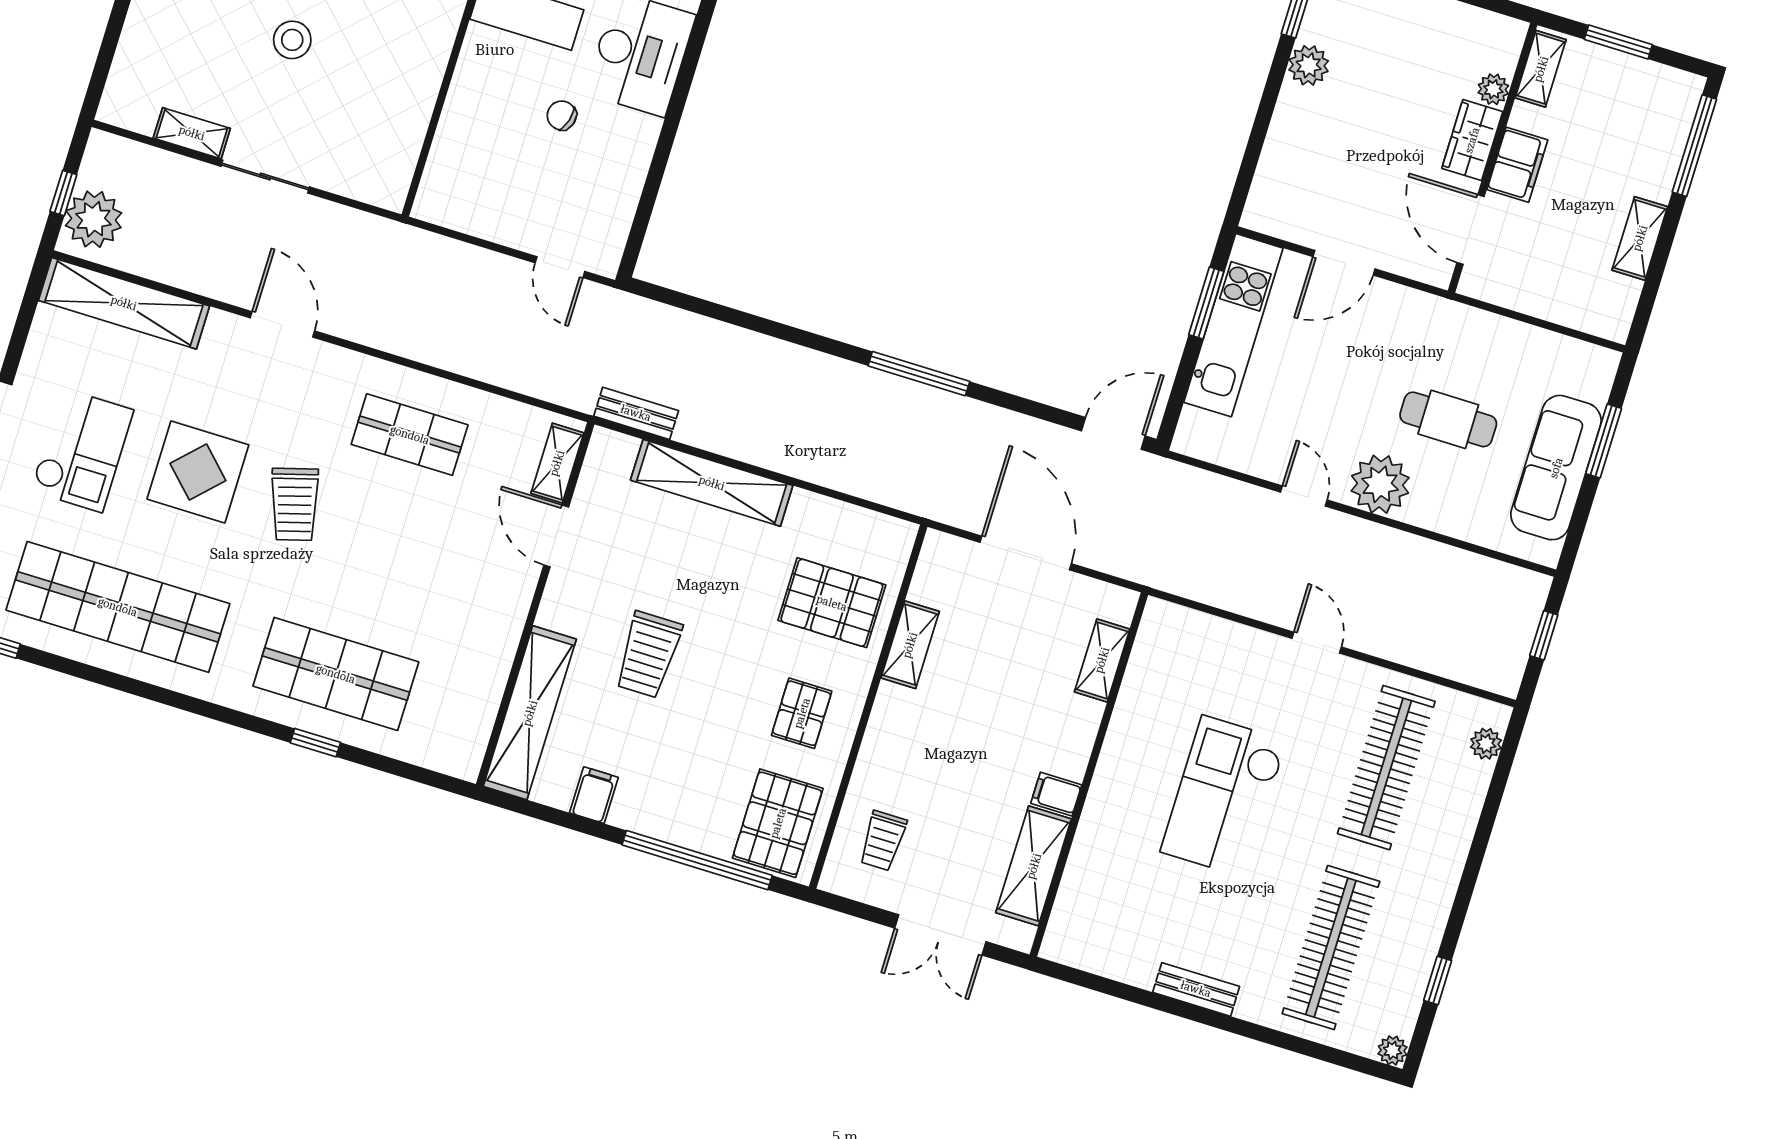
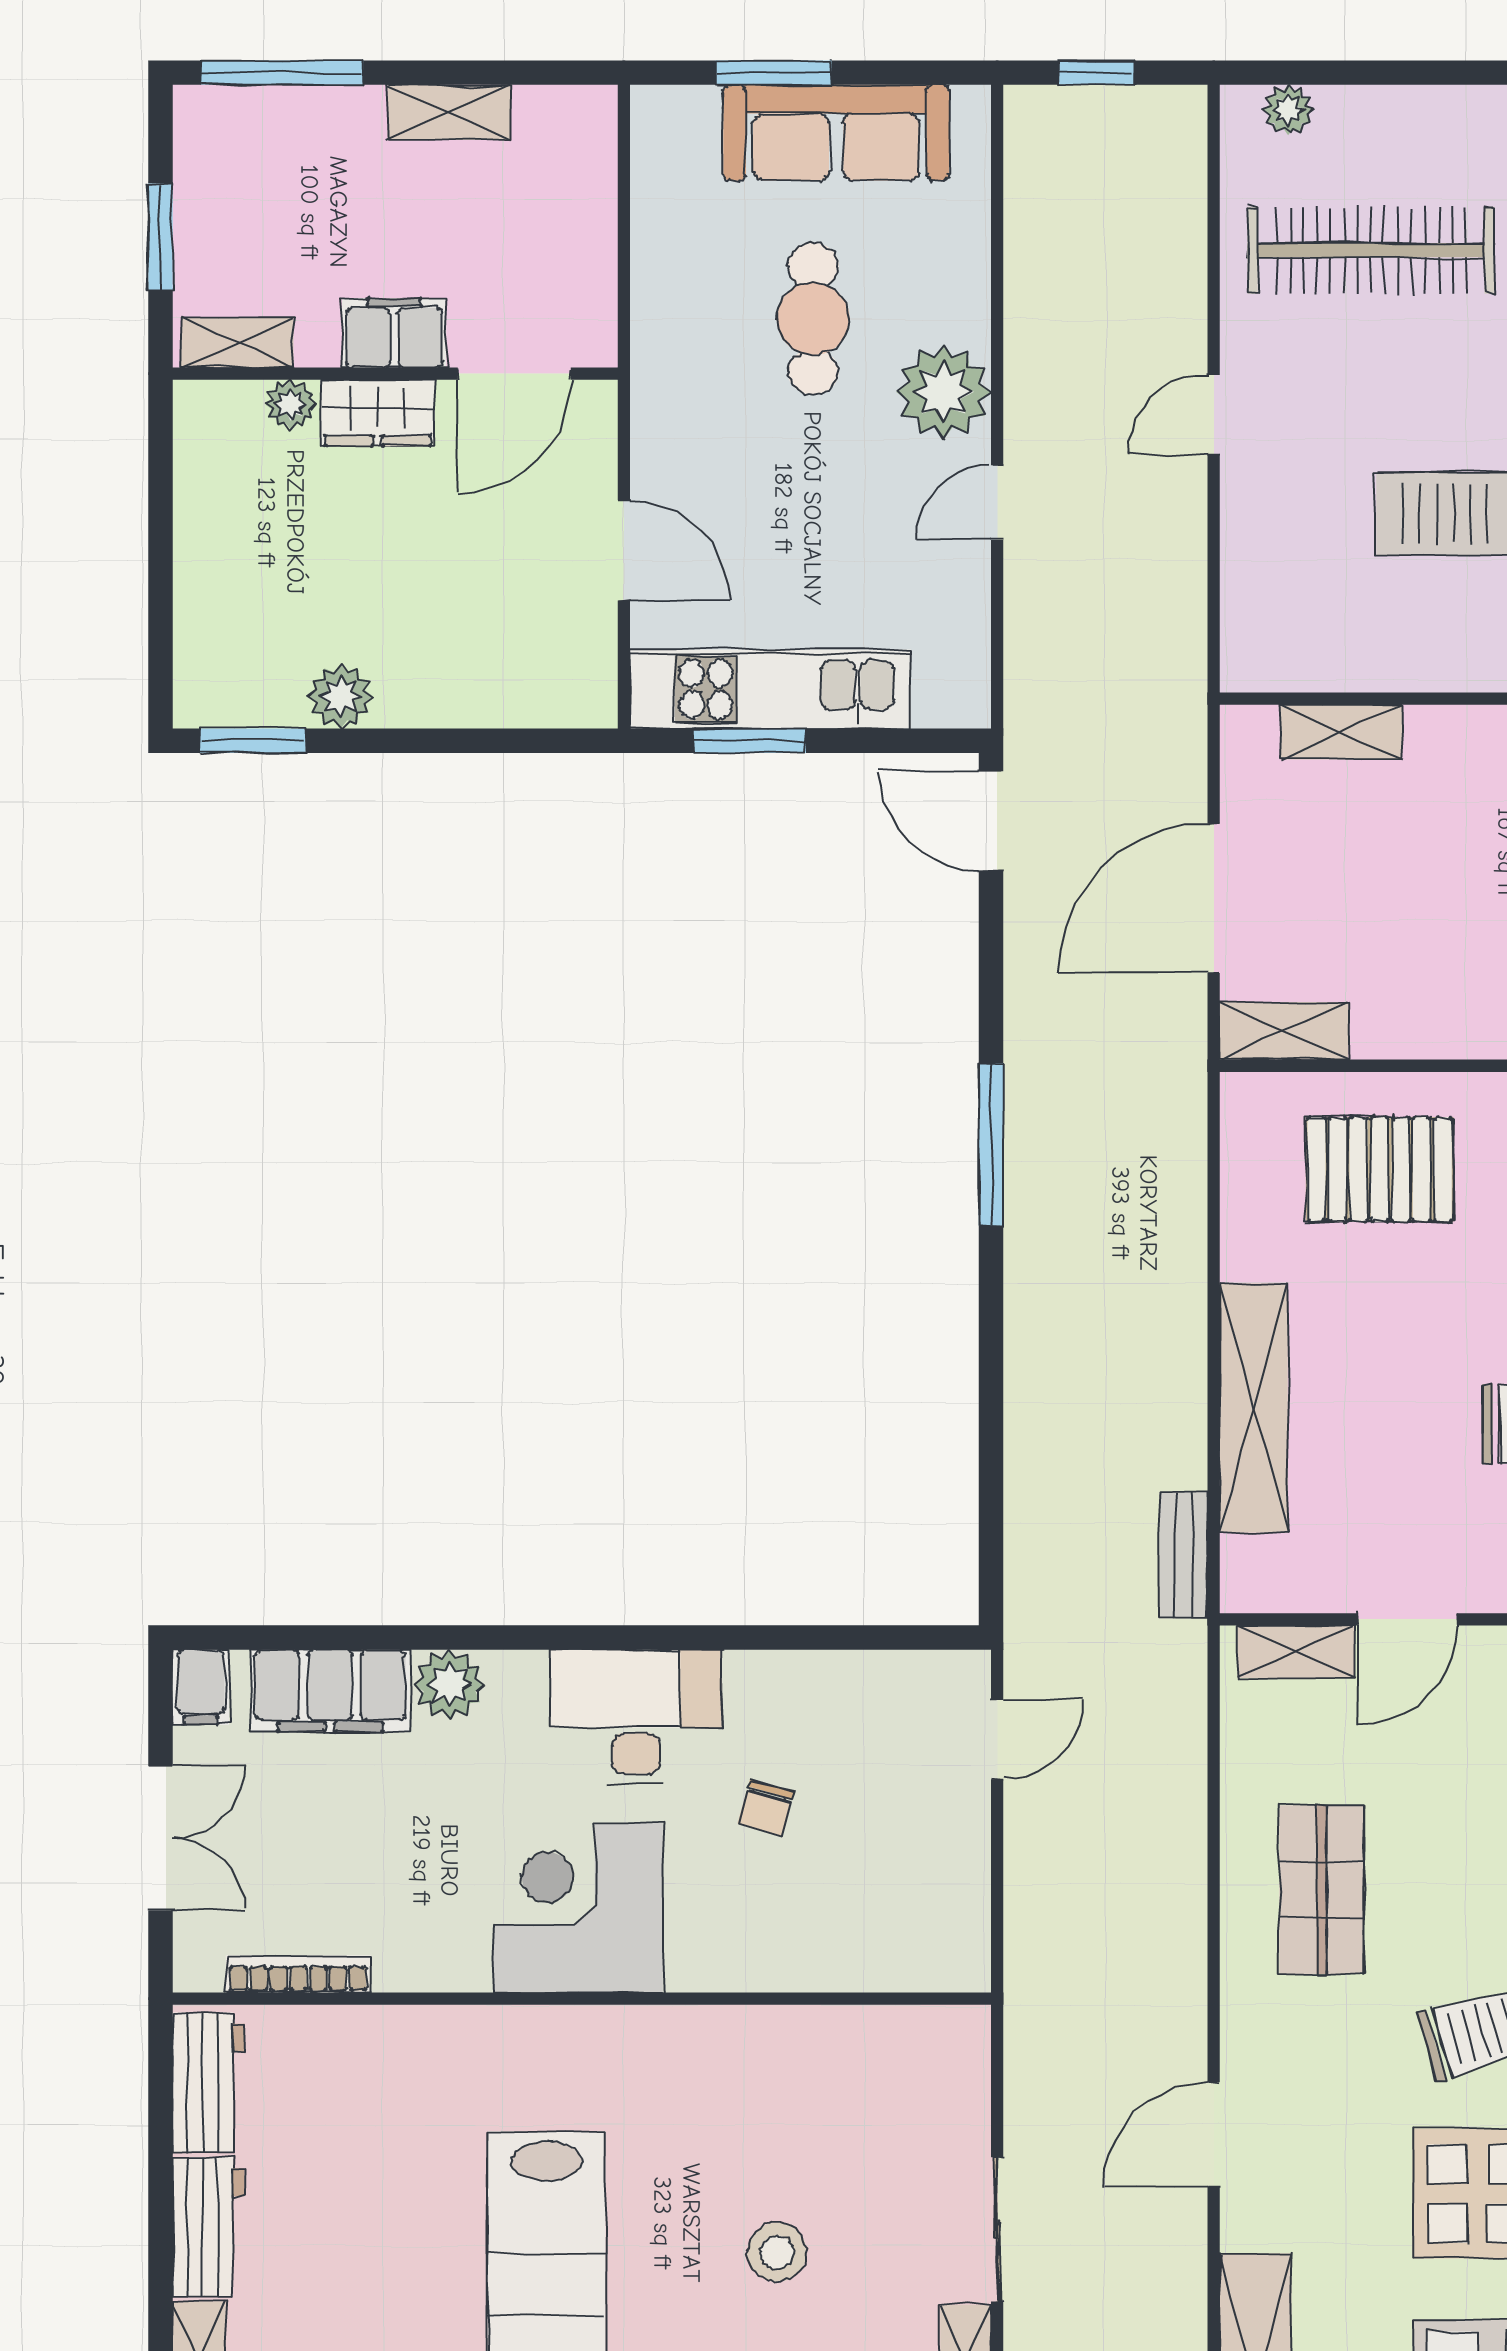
pallet: (832, 603) -> (1380, 1169), turned 90
shelving: (910, 645) -> (1284, 1031), moved

